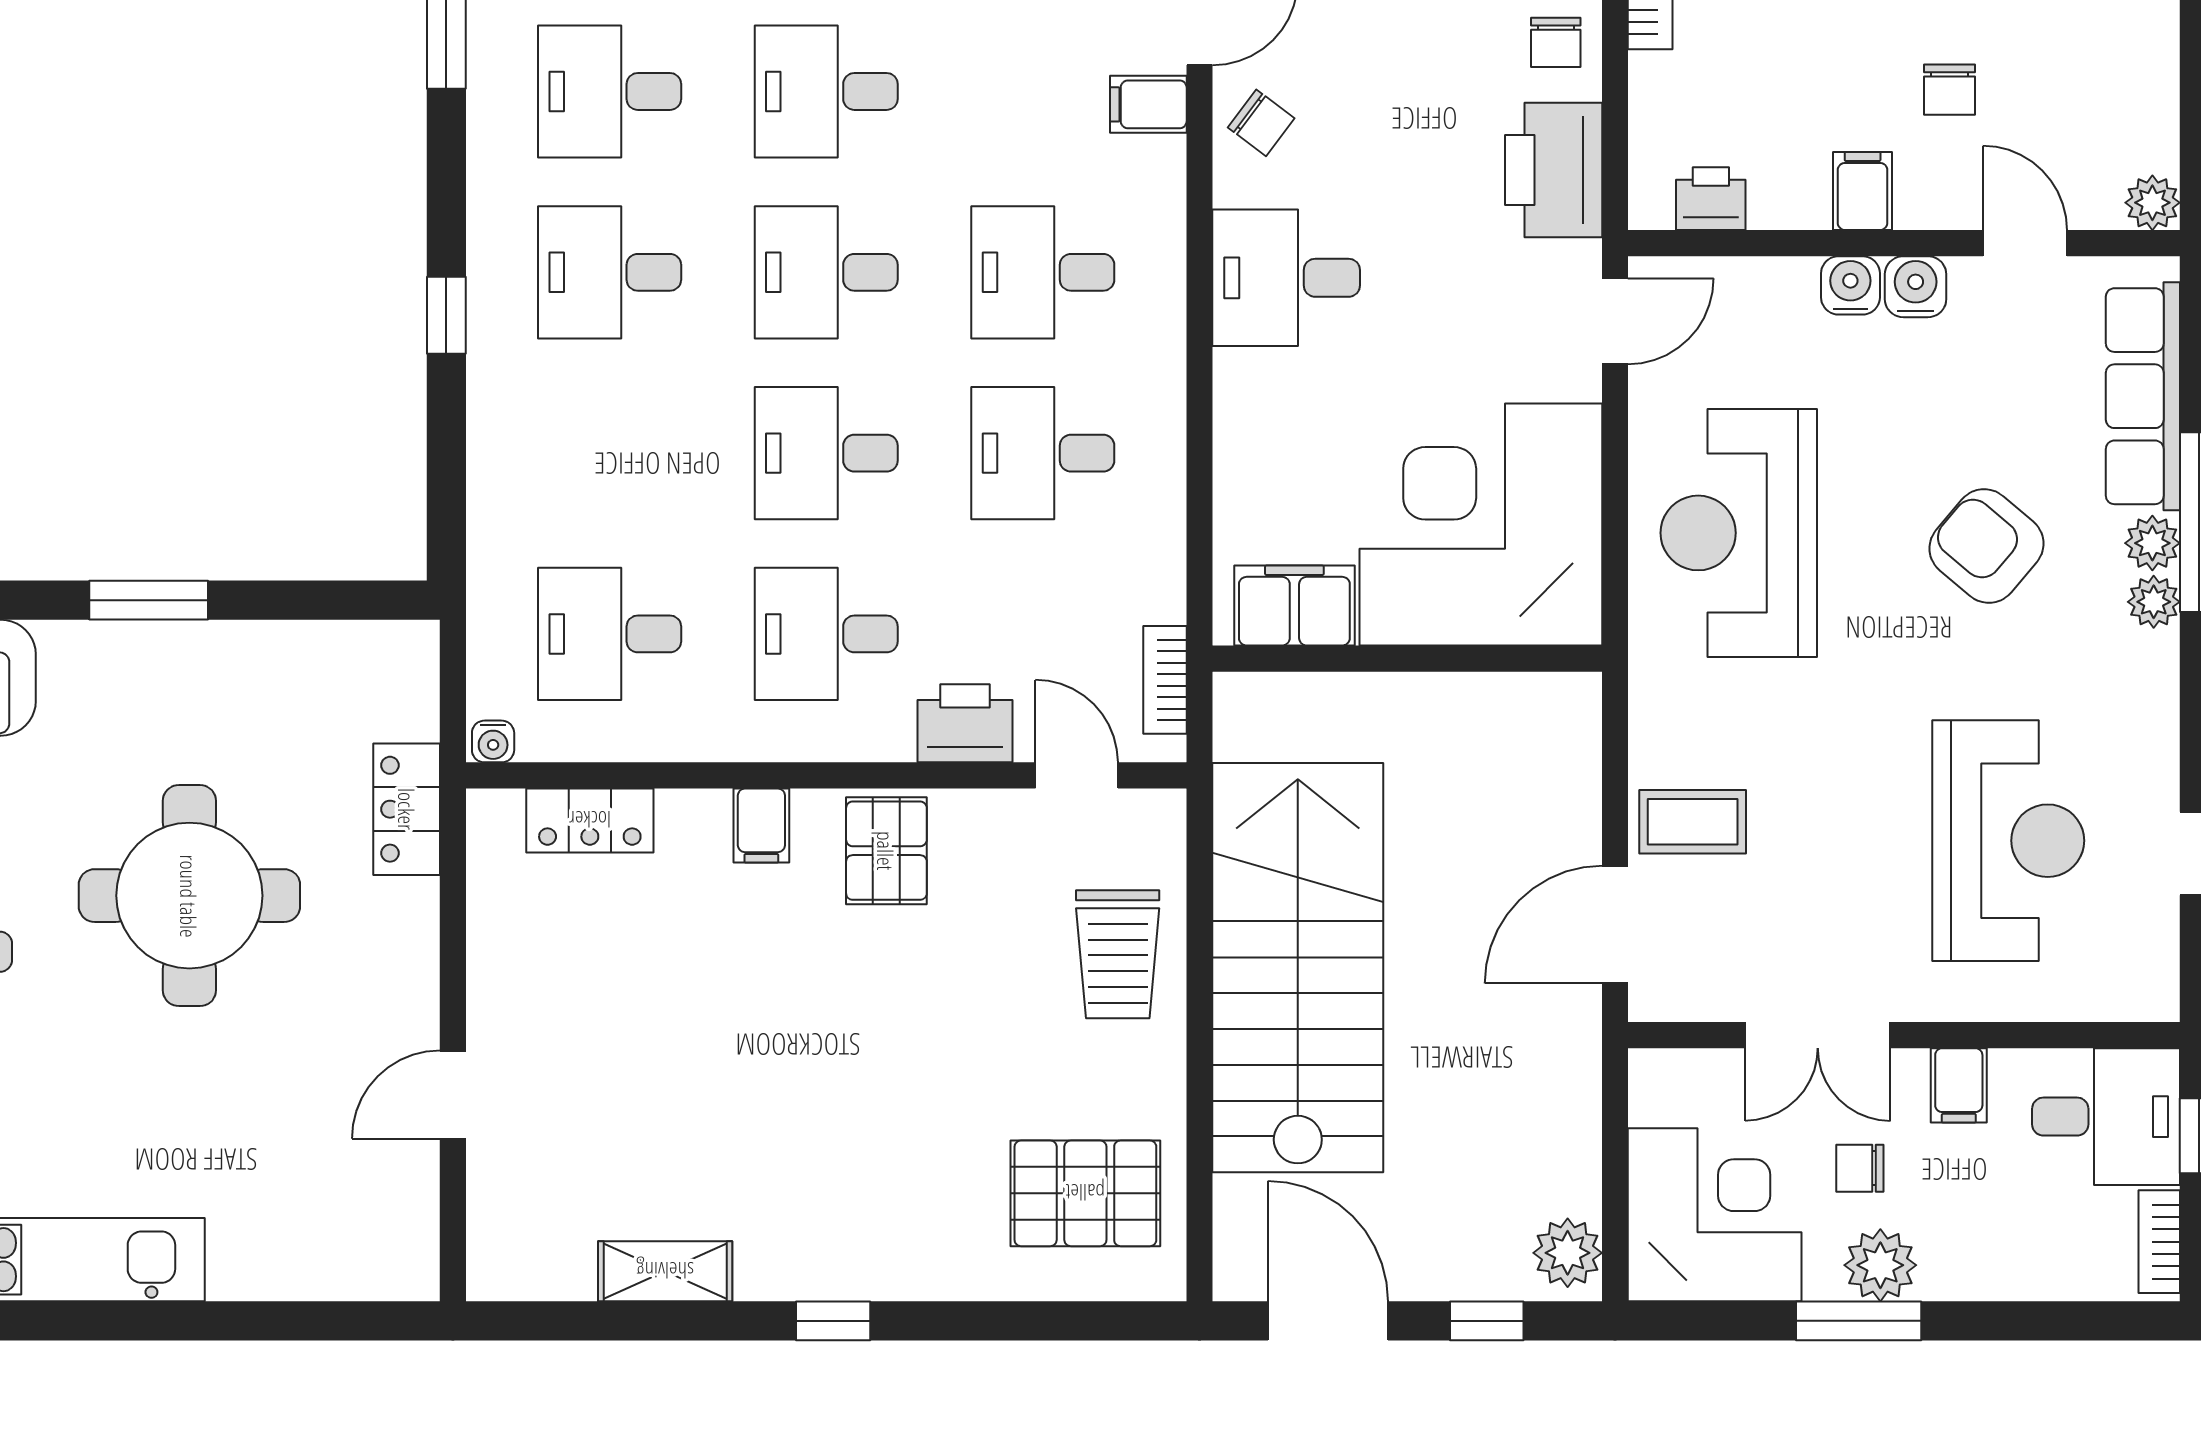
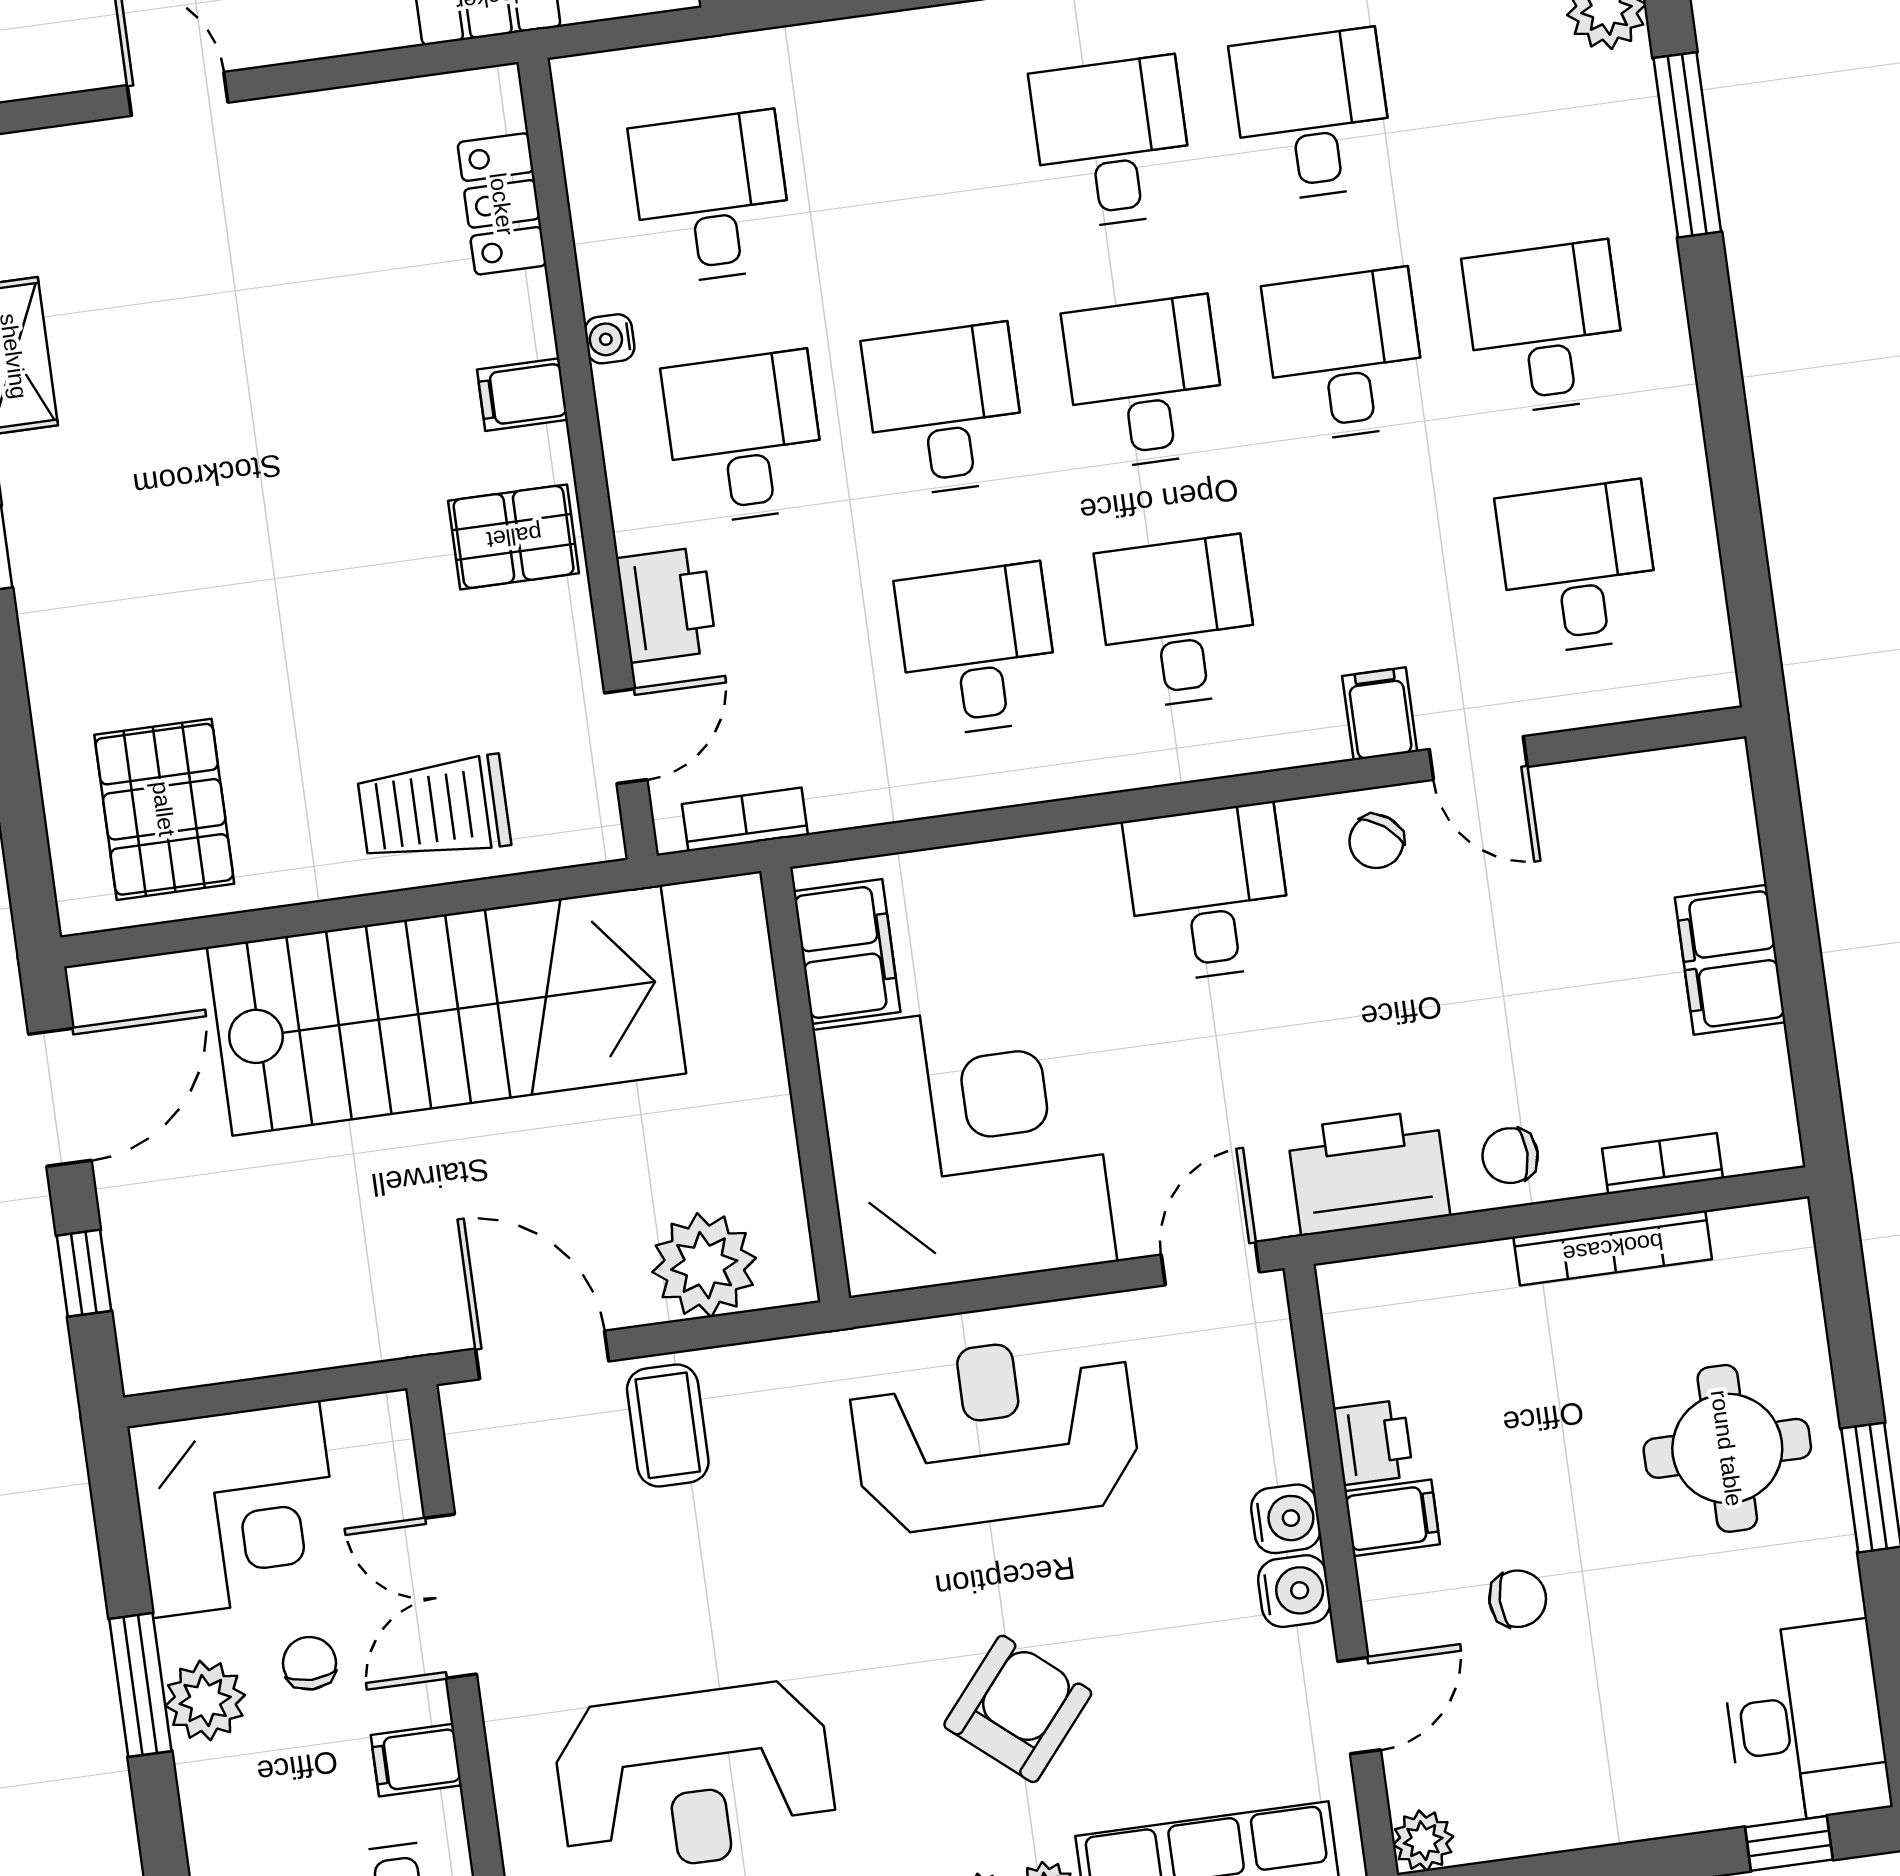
chair: (1950, 90) -> (1518, 1599), turned 180
printer: (1711, 199) -> (1373, 1442), moved
door: (1615, 321) -> (1210, 1263), swing flipped
water cooler: (493, 741) -> (610, 339), moved
plant: (1568, 1253) -> (704, 1265), moved, width x1.36, depth x1.36

